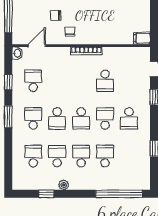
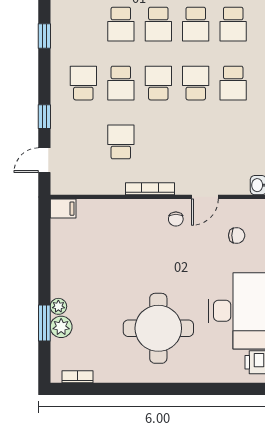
chair: (56, 15) -> (237, 235), moved
door: (37, 46) -> (205, 197), moved
school desk: (33, 81) -> (233, 142), removed

